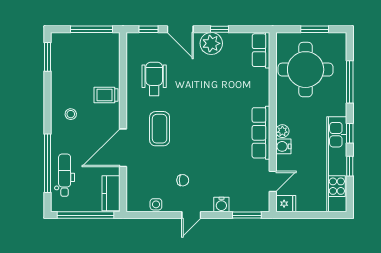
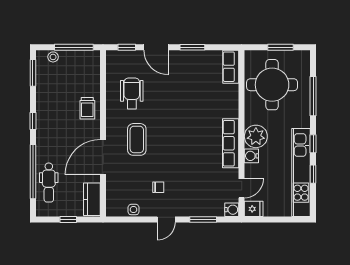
window: (219, 29) -> (192, 47), width x1.50
plant: (211, 43) -> (185, 60), removed
trolley: (106, 95) -> (87, 108), turned -90
window: (47, 109) -> (33, 121), added
stool: (71, 114) -> (53, 57), moved
plant: (282, 131) -> (256, 136), width x1.87, depth x1.87
dental chair: (65, 175) -> (49, 183), turned 180
water cooler: (221, 204) -> (232, 210), moved, turned -90
window: (86, 215) -> (68, 219), width x0.32
window: (247, 215) -> (203, 219), moved

